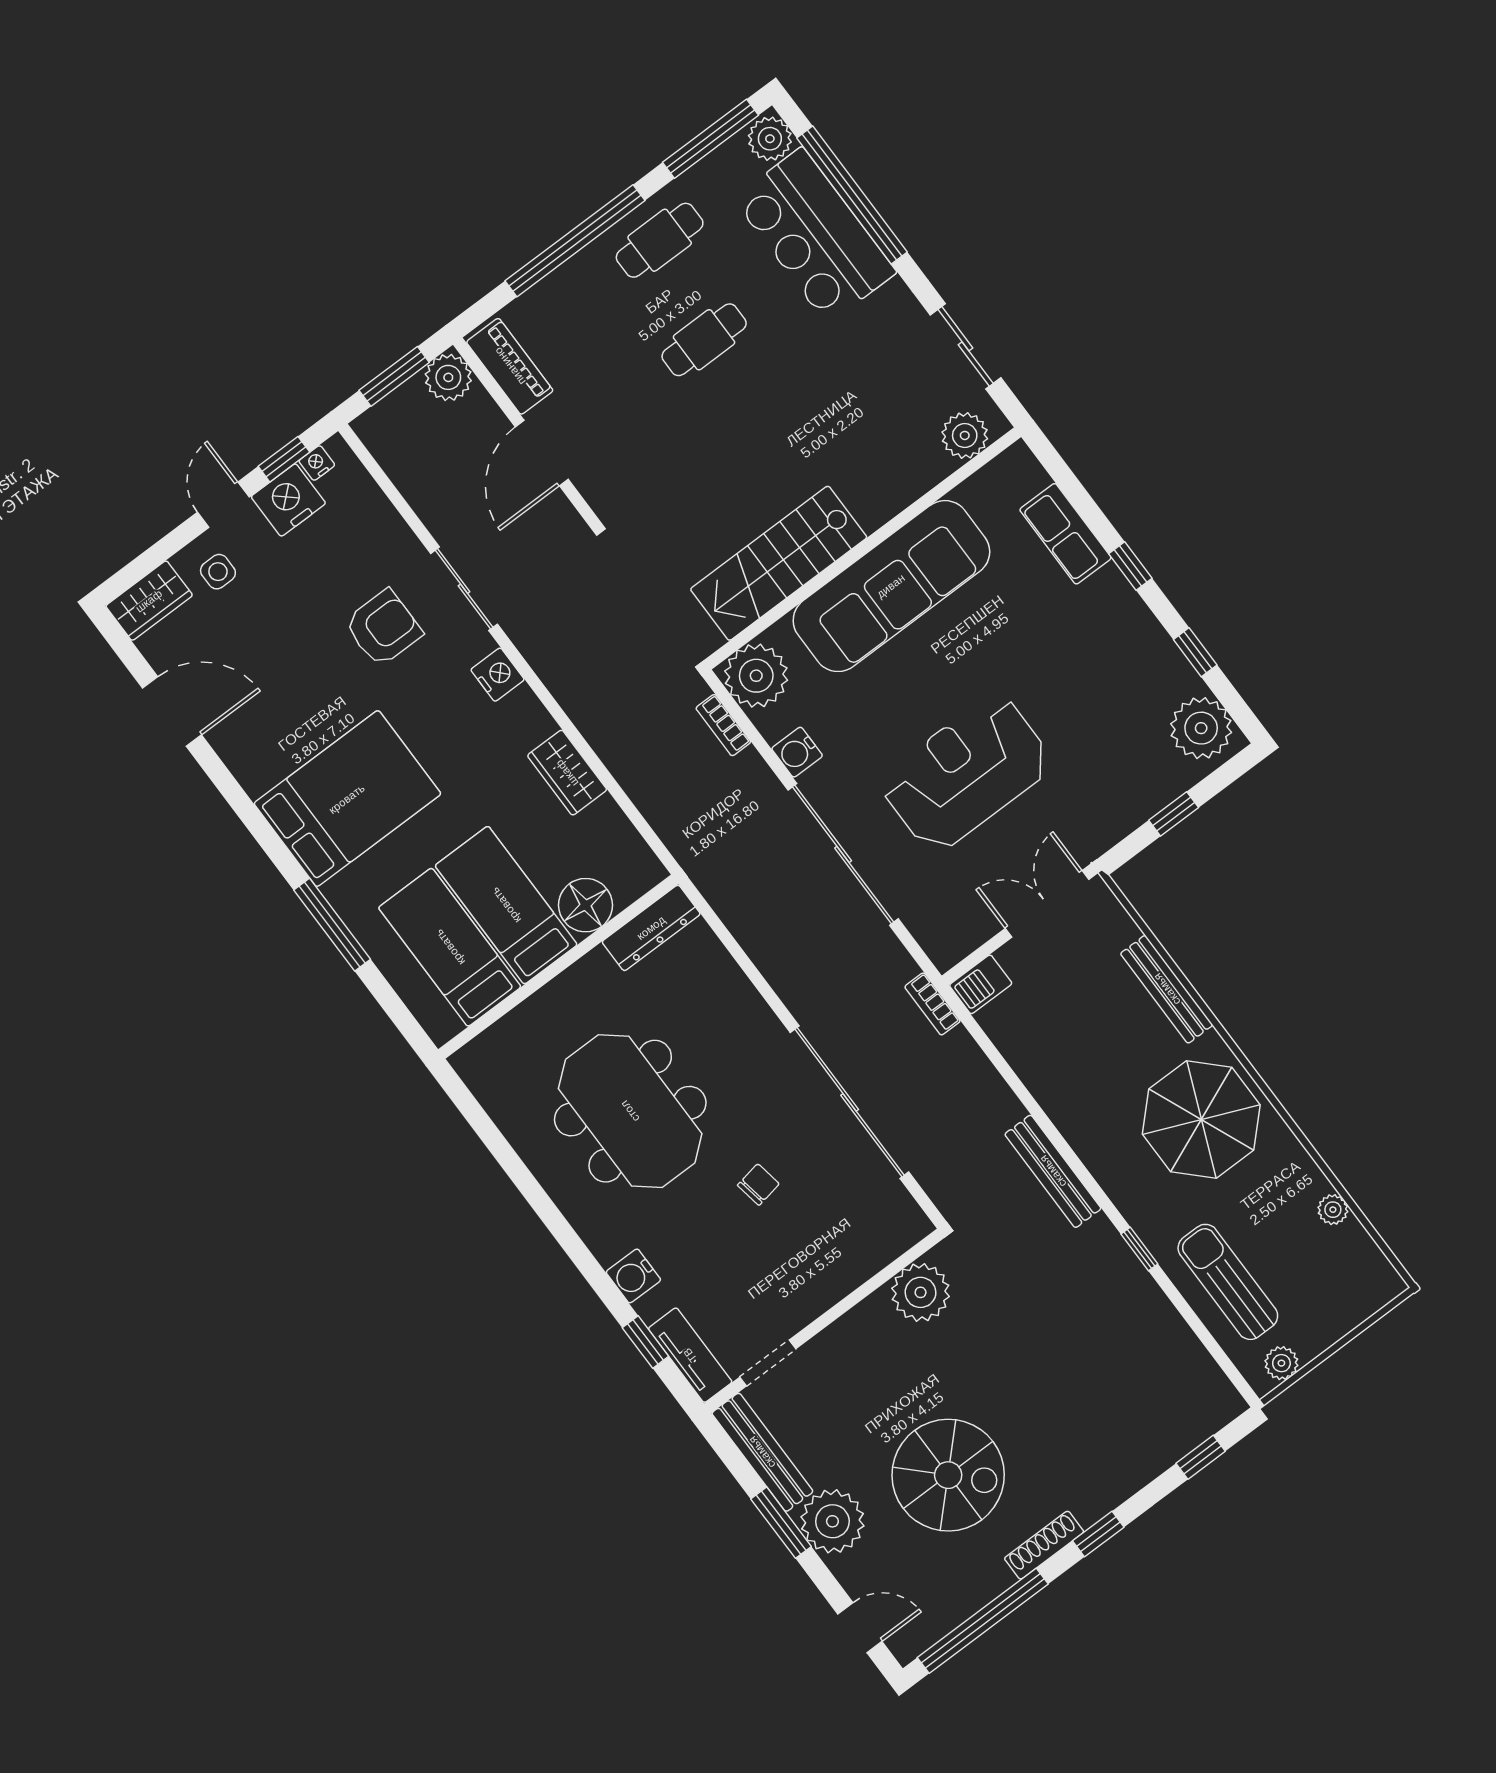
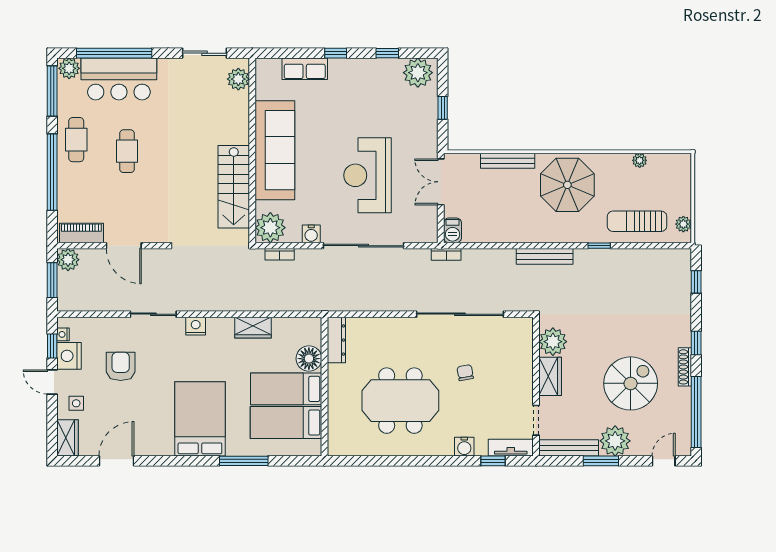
armchair: (383, 628) -> (121, 366), moved
wardrobe: (859, 1331) -> (550, 376), added

